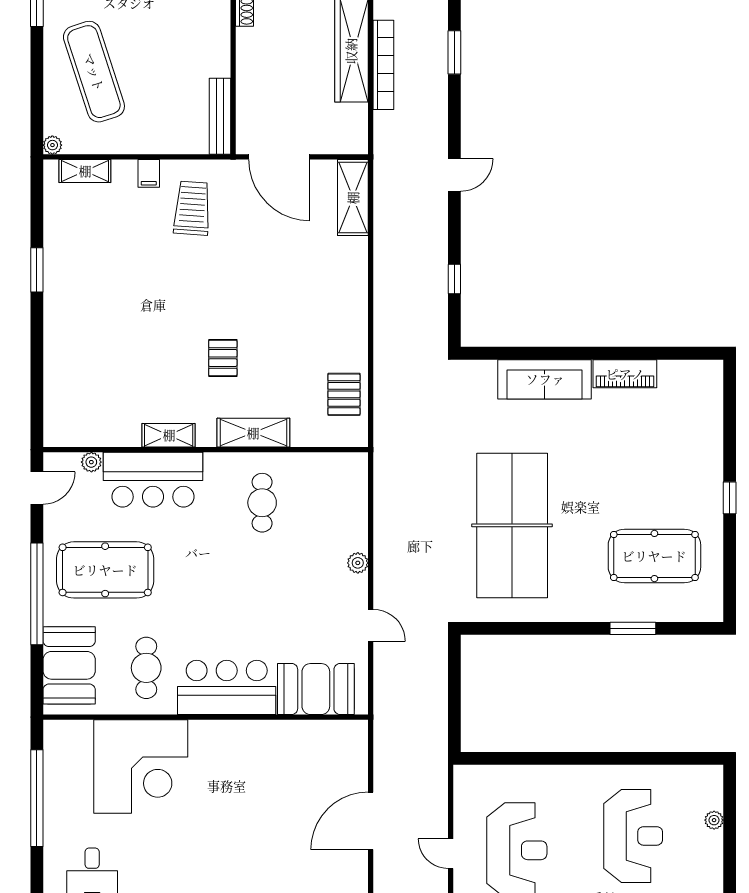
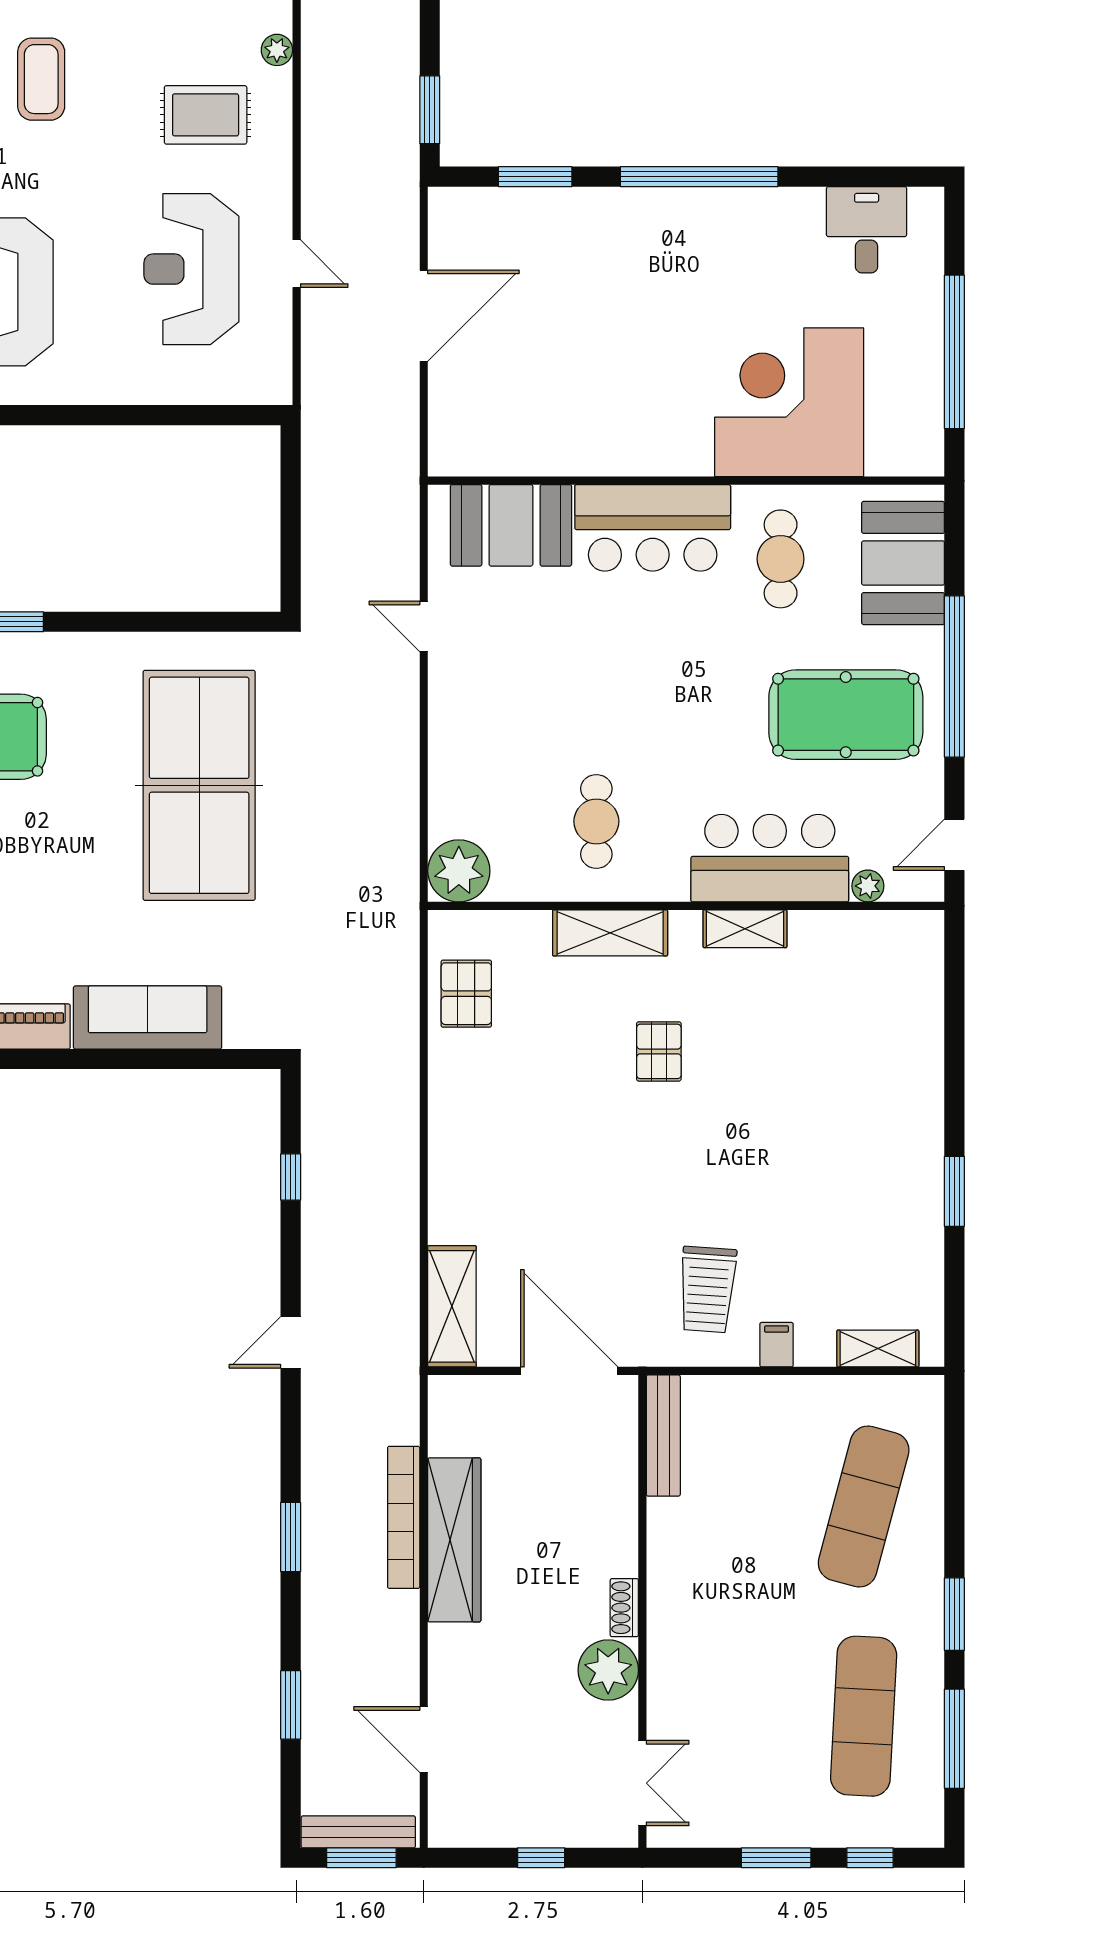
exercise mat: (94, 72) -> (864, 1507), turned 33
plant: (52, 145) -> (930, 1390), removed
plant: (358, 563) -> (459, 871), moved, width x1.88, depth x1.88

